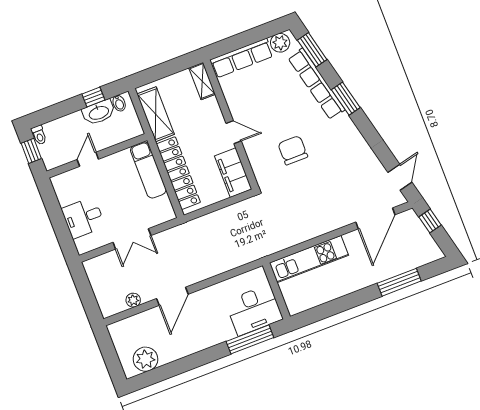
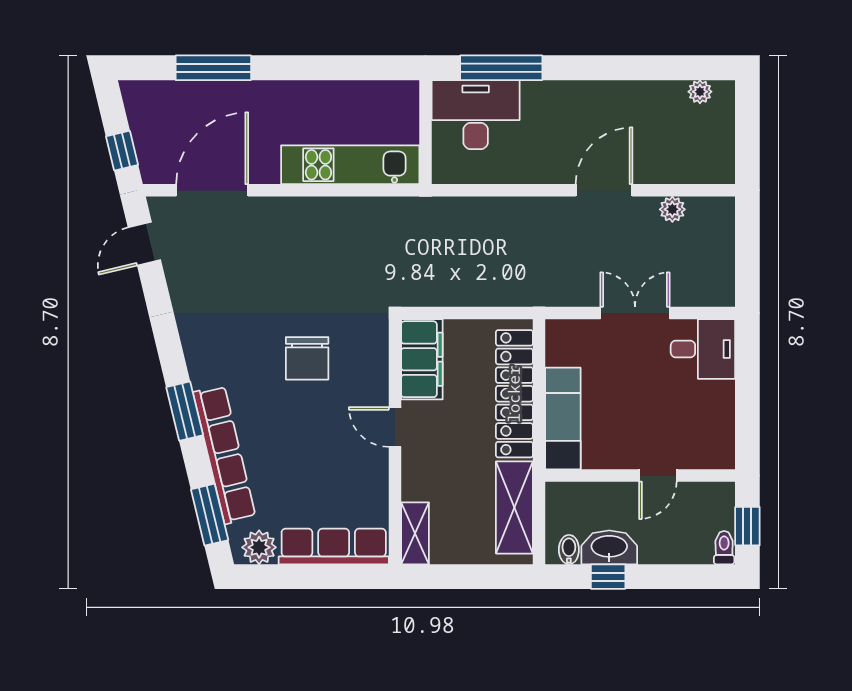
desk: (83, 218) -> (703, 349), moved
plant: (146, 359) -> (700, 92), width x0.53, depth x0.53

